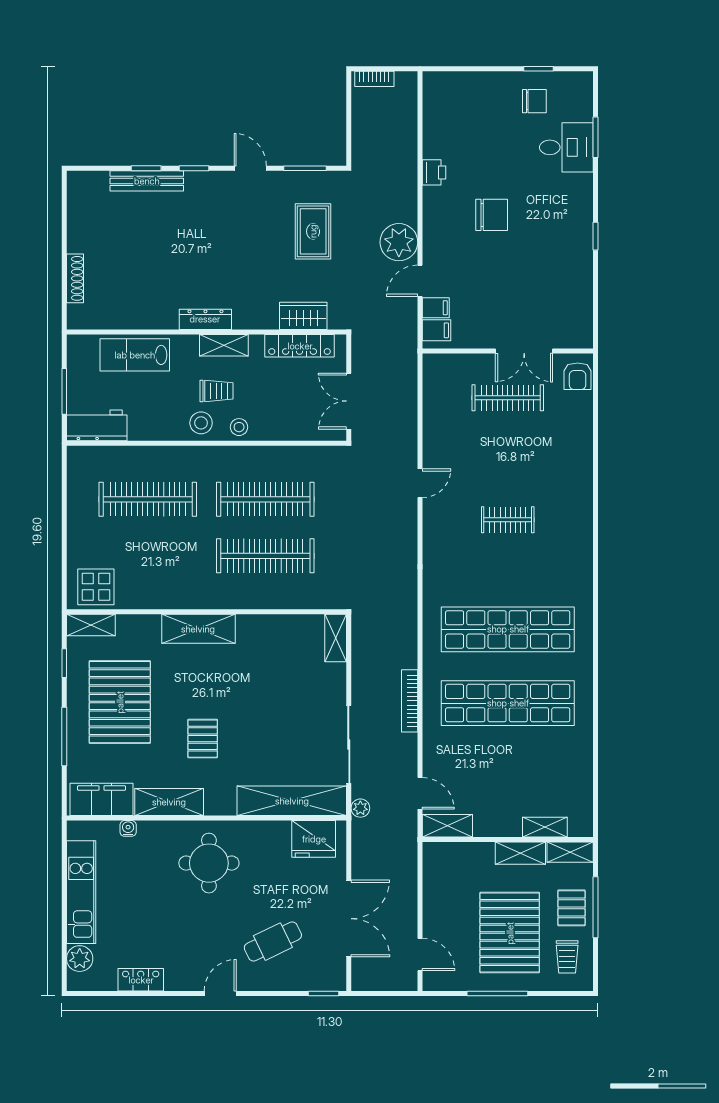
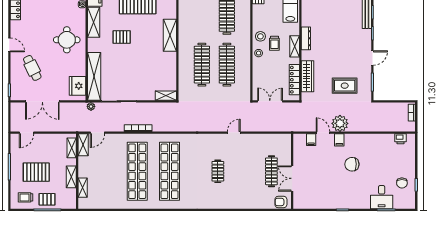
printer: (434, 172) -> (401, 139), moved
chair: (492, 215) -> (352, 164), turned 90
wardrobe: (303, 316) -> (308, 76), width x1.50
filing cabinet: (436, 330) -> (339, 140), moved
door: (420, 483) -> (234, 133), swing flipped
shelving: (570, 852) -> (72, 148), moved
pallet: (510, 933) -> (36, 172), width x0.73, depth x0.71

